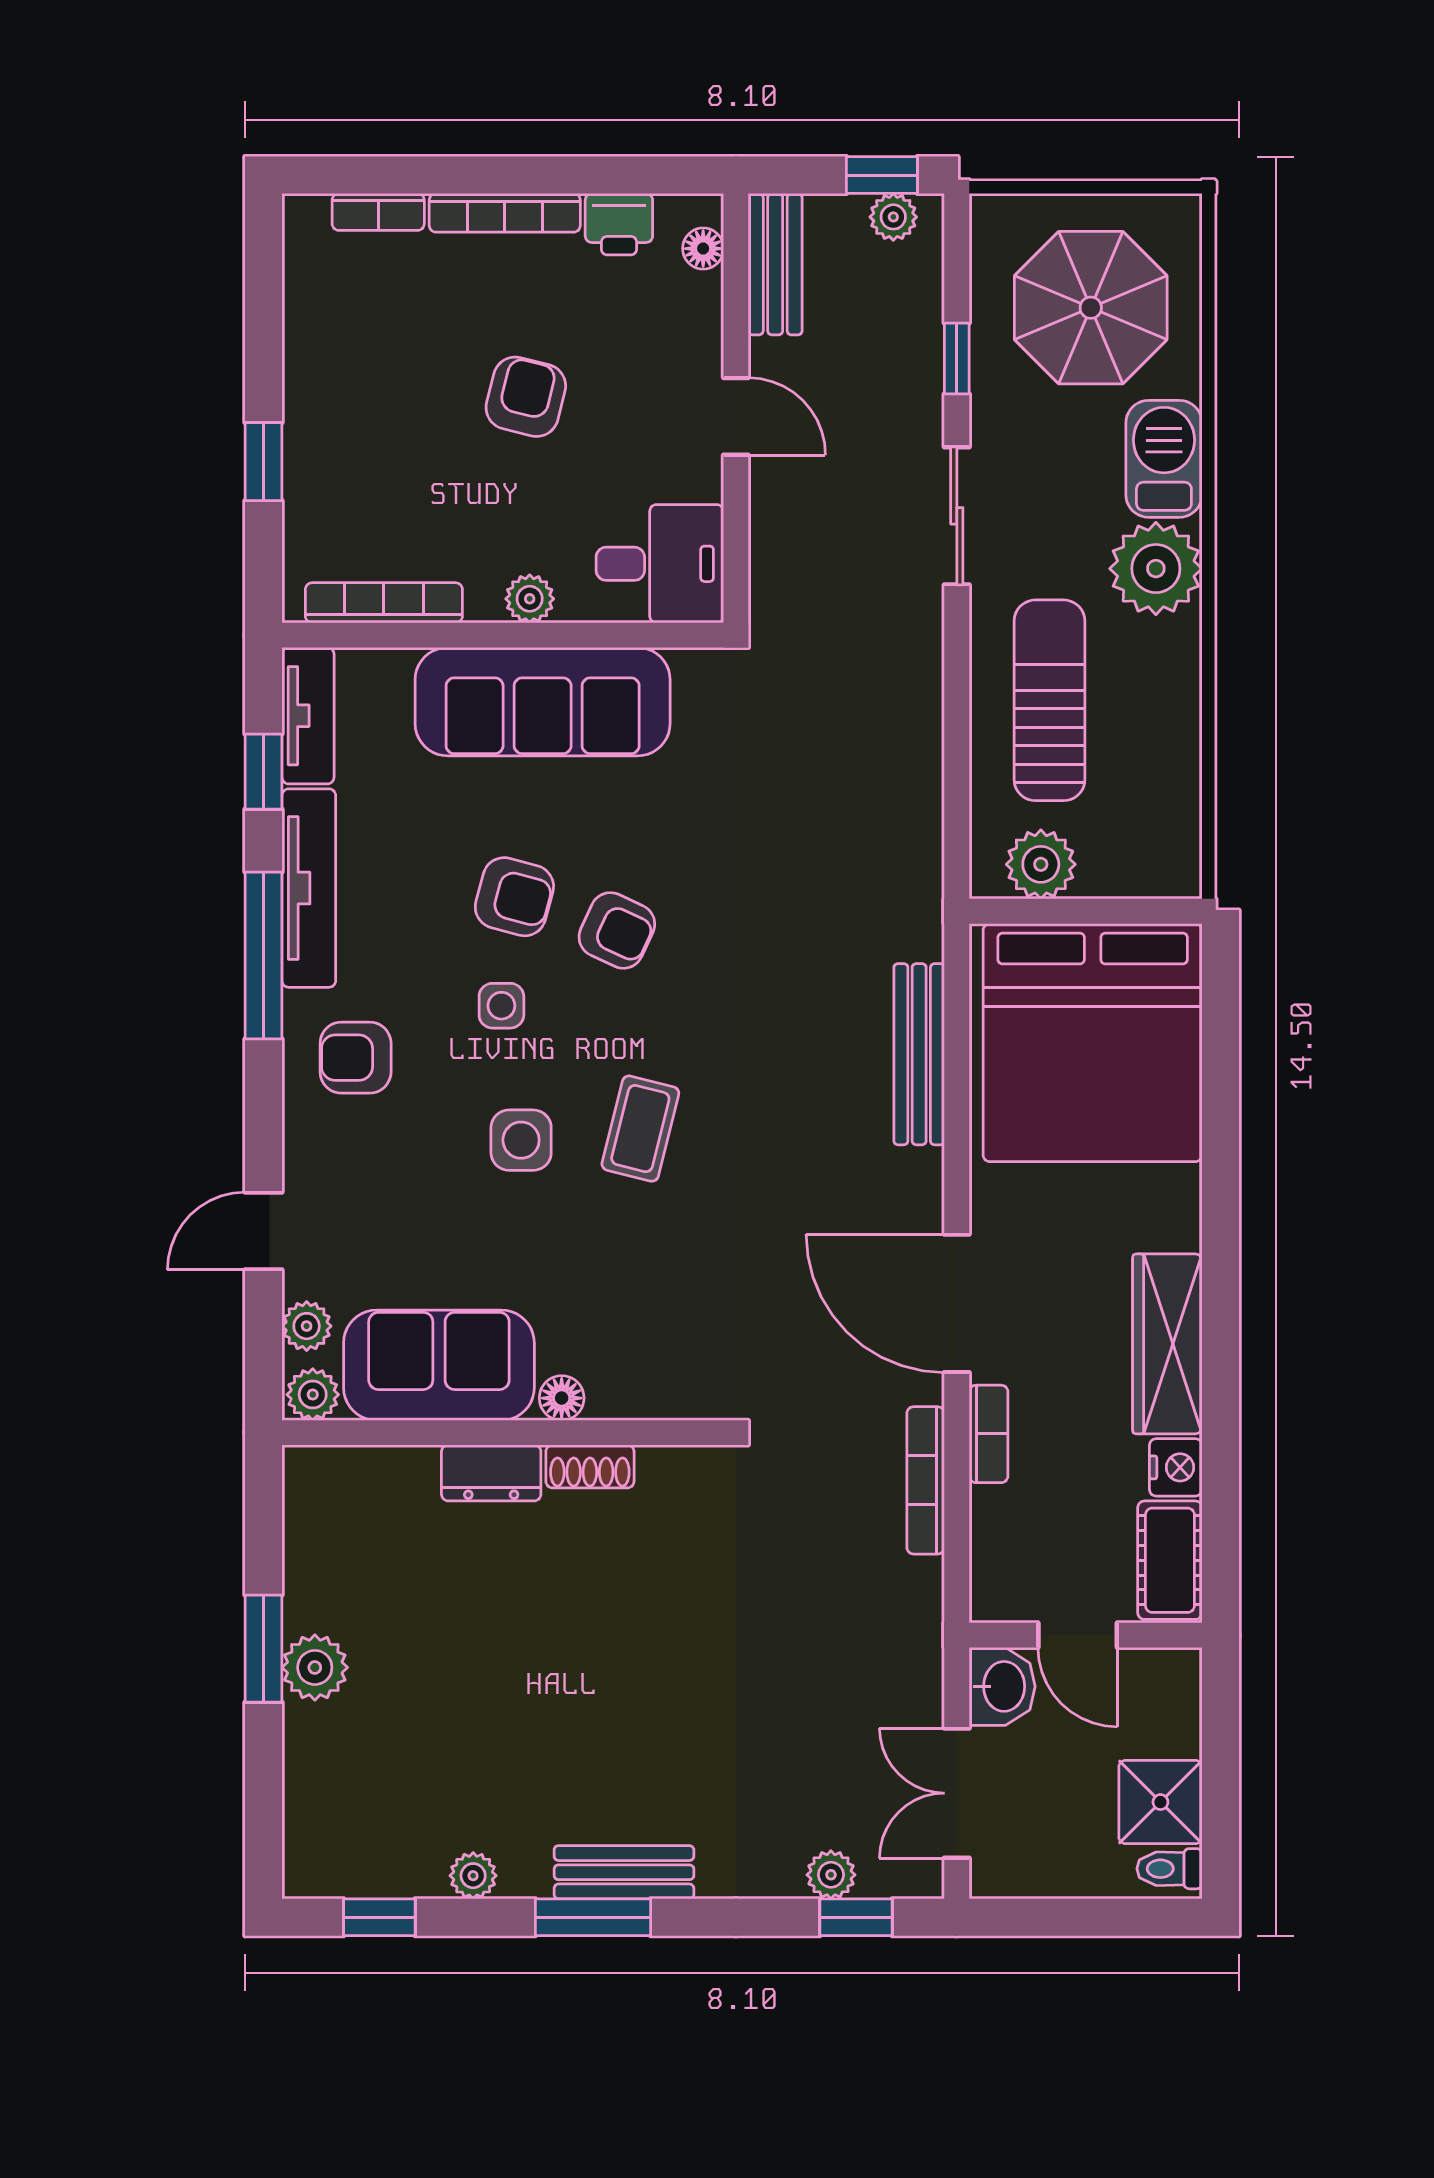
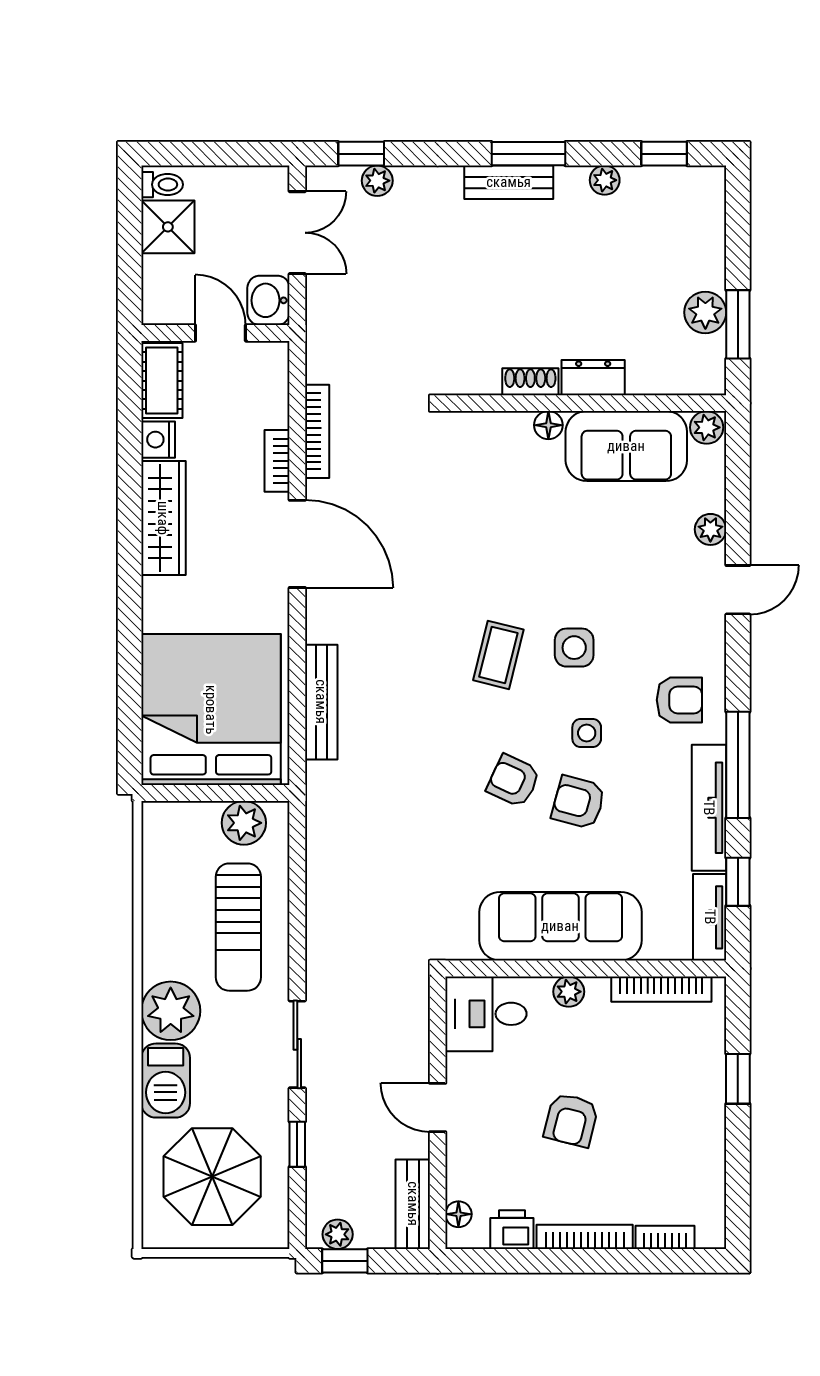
sofa: (439, 1365) -> (626, 446), moved
plant: (313, 1395) -> (707, 427), moved
floor lamp: (562, 1398) -> (548, 425), moved
wall: (503, 1433) -> (586, 403), moved
shoe rack: (590, 1466) -> (530, 382), moved
dresser: (491, 1473) -> (593, 378), moved

